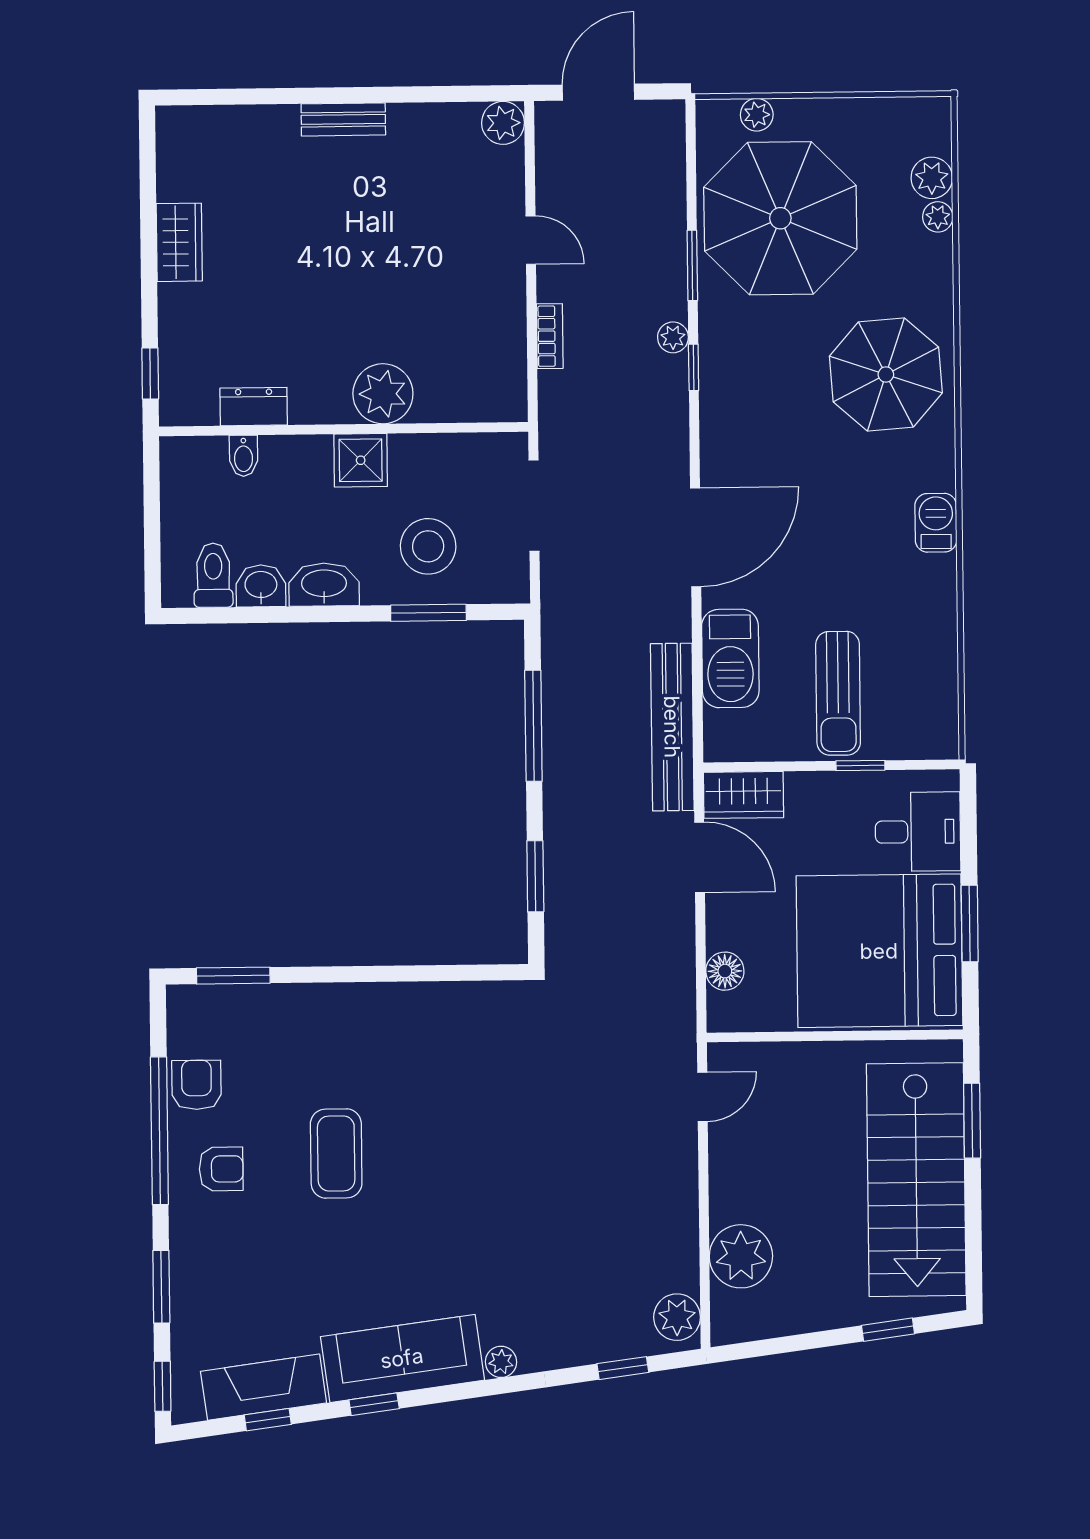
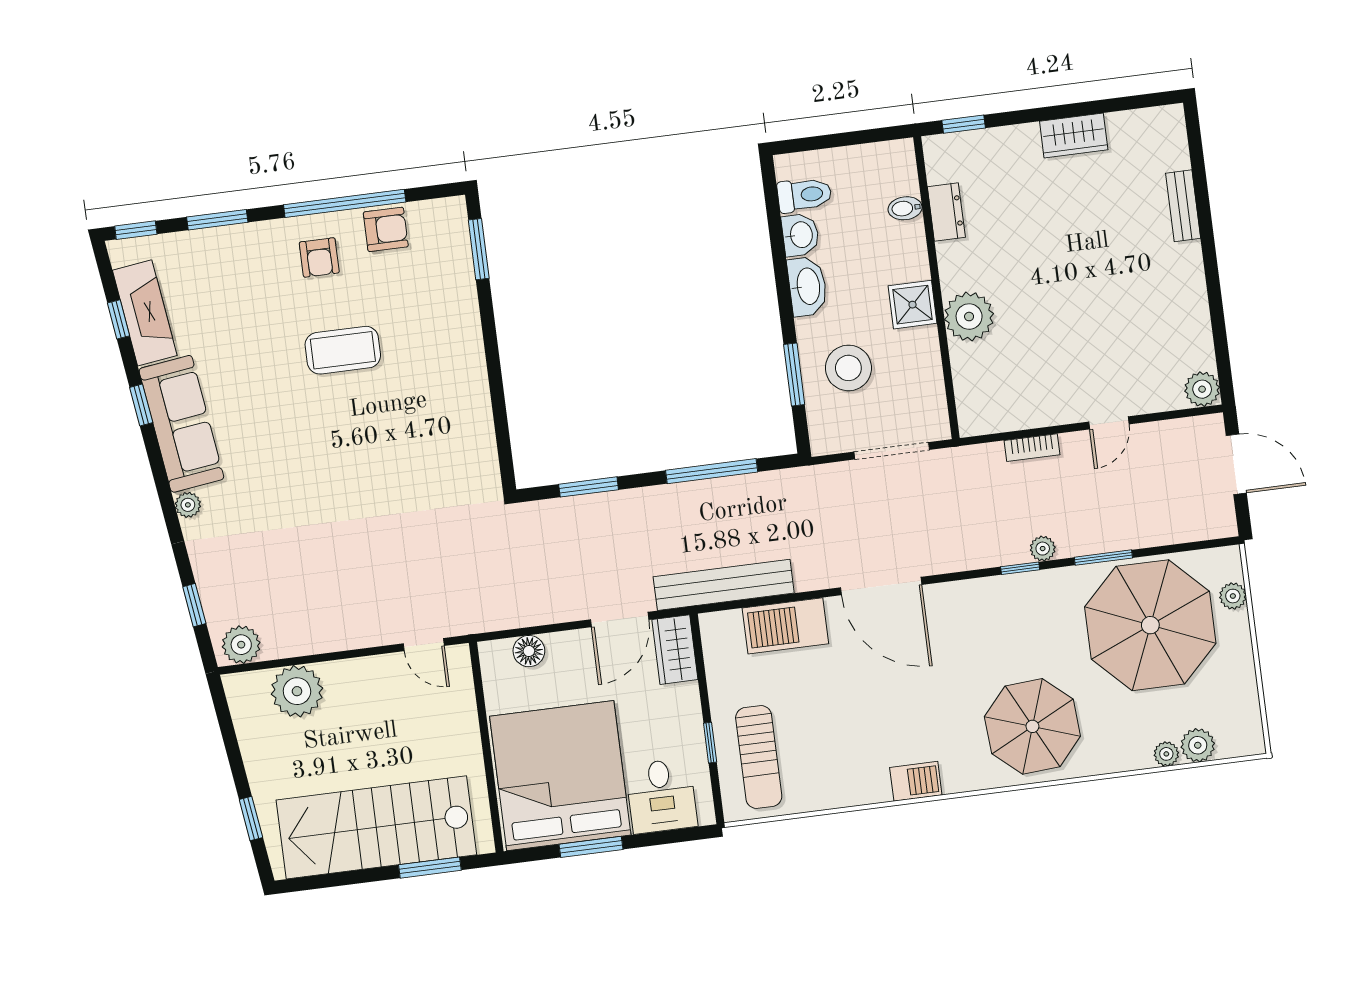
bench: (343, 119) -> (1183, 206), moved
sun lounger: (838, 693) -> (759, 757), moved, turned -90

